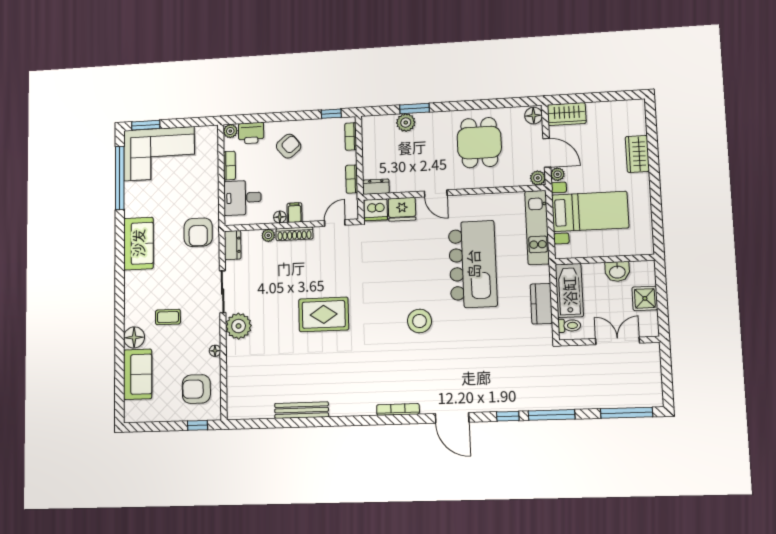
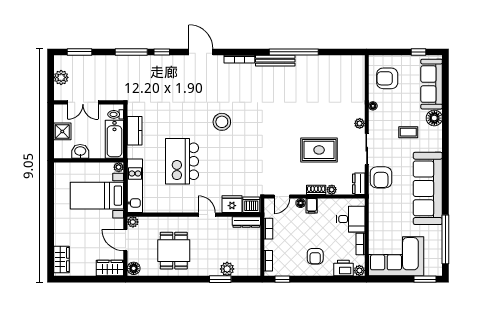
armchair: (289, 146) -> (315, 256), turned -51
corner sofa: (159, 154) -> (396, 256), moved
wardrobe: (637, 154) -> (62, 259), moved
plant: (558, 174) -> (119, 167), moved
dresser: (376, 187) -> (246, 222), width x1.44
floor lamp: (280, 217) -> (301, 203), moved
armchair: (198, 232) -> (381, 177), moved, turned 180
shoe rack: (294, 234) -> (316, 190), width x0.70
sofa: (138, 243) -> (428, 188), width x1.85, depth x1.27
kitchen island: (473, 264) -> (182, 161), width x0.73
rug: (324, 314) -> (319, 150), moved
plant: (239, 326) -> (360, 123), width x0.53, depth x0.53
sofa: (138, 374) -> (432, 84), width x1.36
plant: (651, 375) -> (61, 77), added
armchair: (196, 389) -> (387, 78), turned 180
bench: (302, 410) -> (275, 61), moved
window: (627, 413) -> (79, 52), width x0.69
window: (323, 422) -> (294, 52), added
window: (197, 425) -> (419, 52), moved

